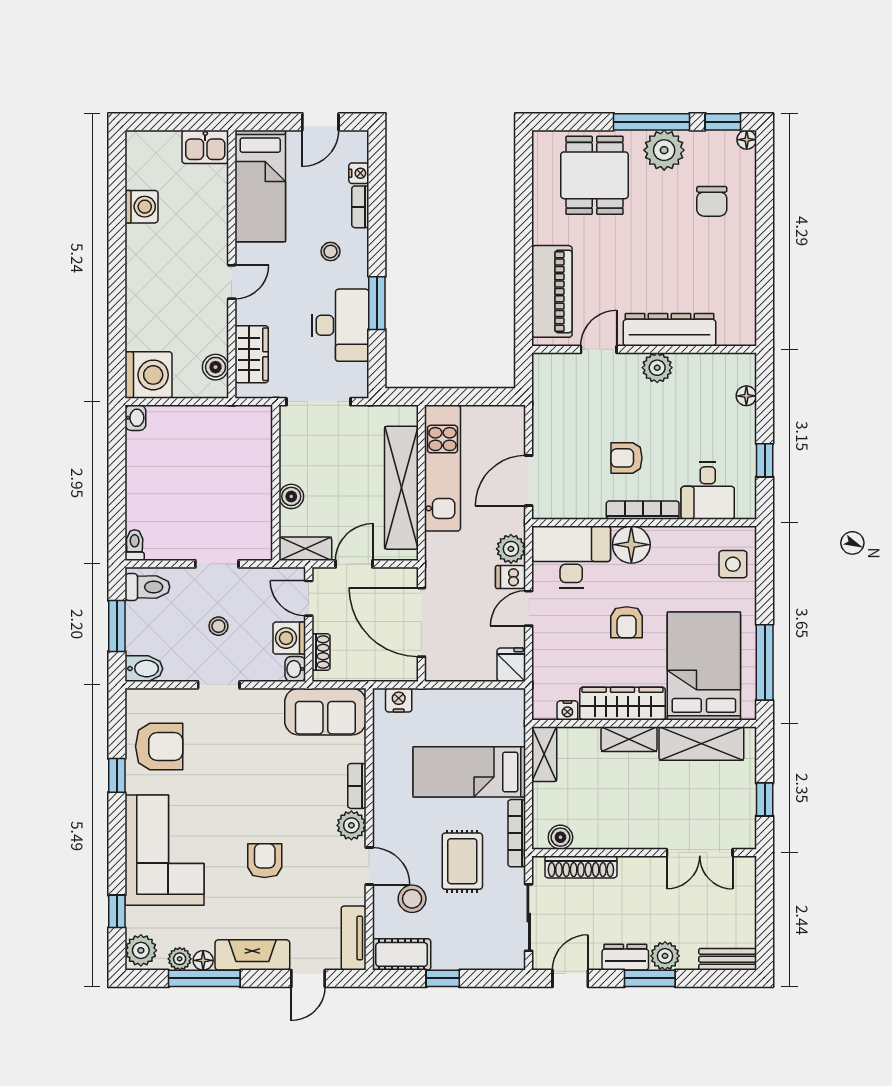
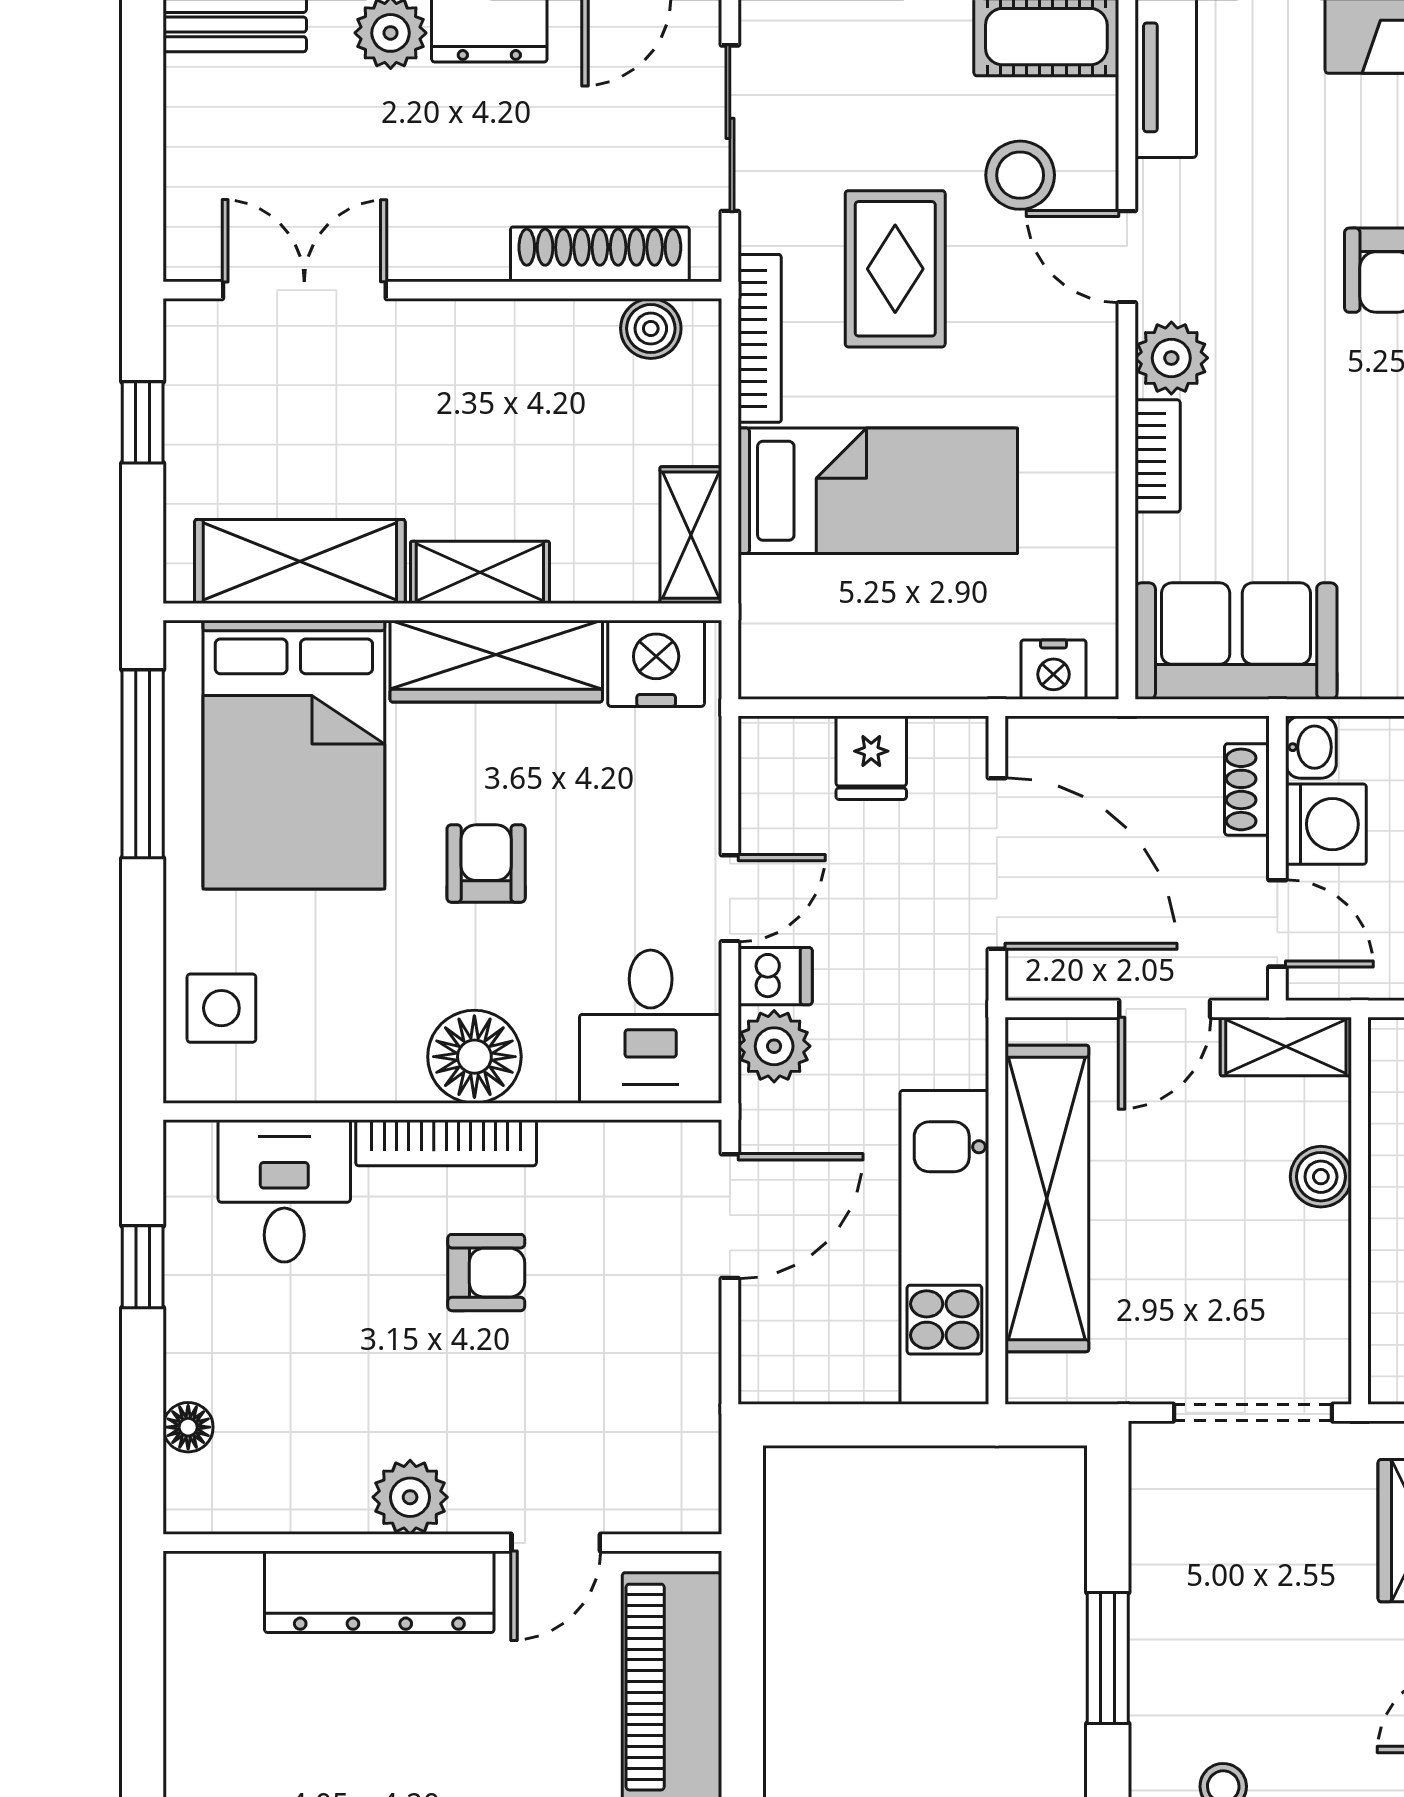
desk: (340, 325) -> (1199, 1603), removed
desk: (571, 557) -> (651, 1027), width x0.73
fridge: (511, 665) -> (871, 758), moved
nightstand: (567, 710) -> (656, 663), width x1.89, depth x1.79

